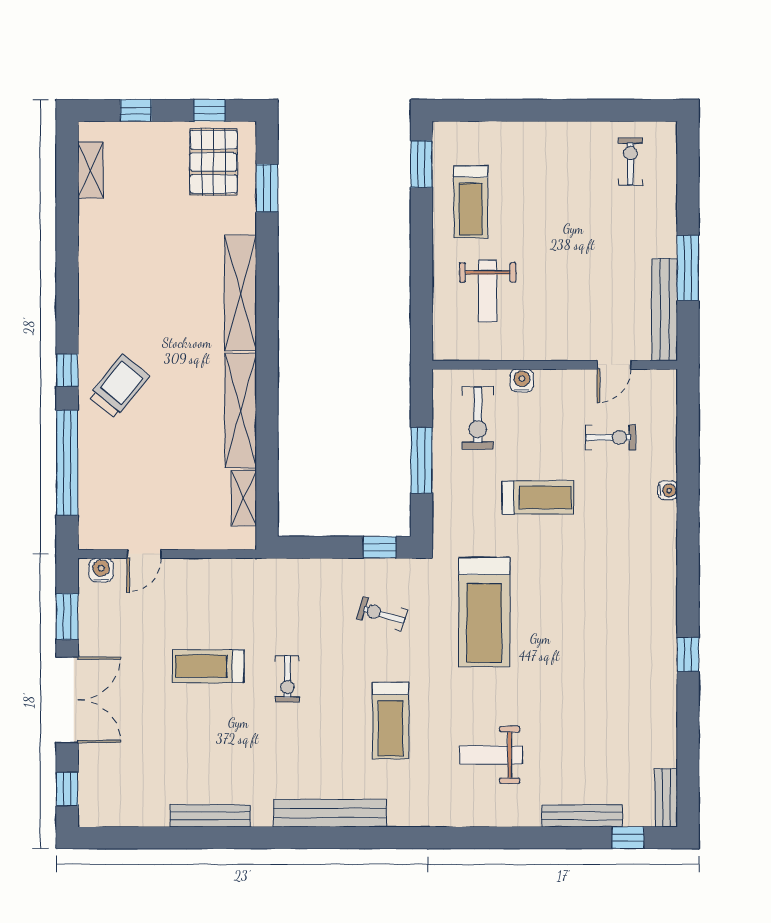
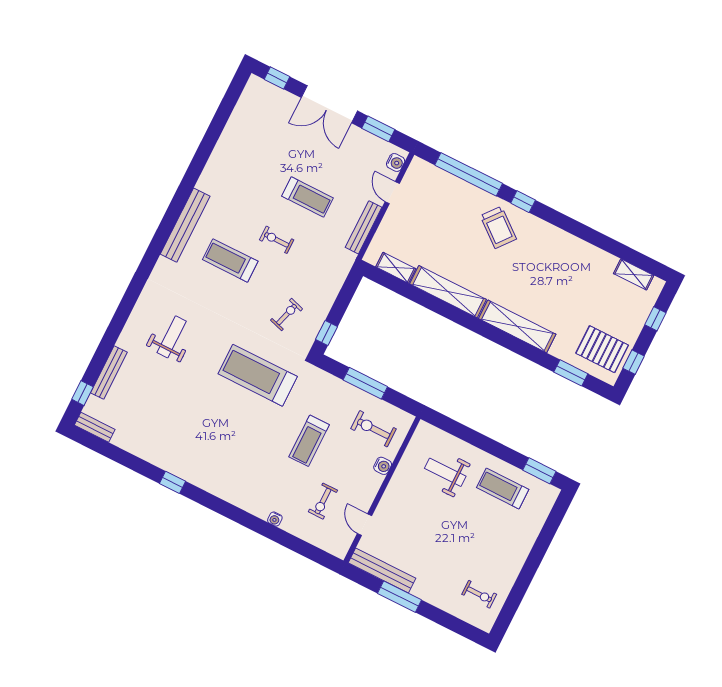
treadmill: (208, 666) -> (307, 197), turned 90
treadmill: (391, 721) -> (230, 260), moved
bench: (210, 816) -> (364, 227), moved

